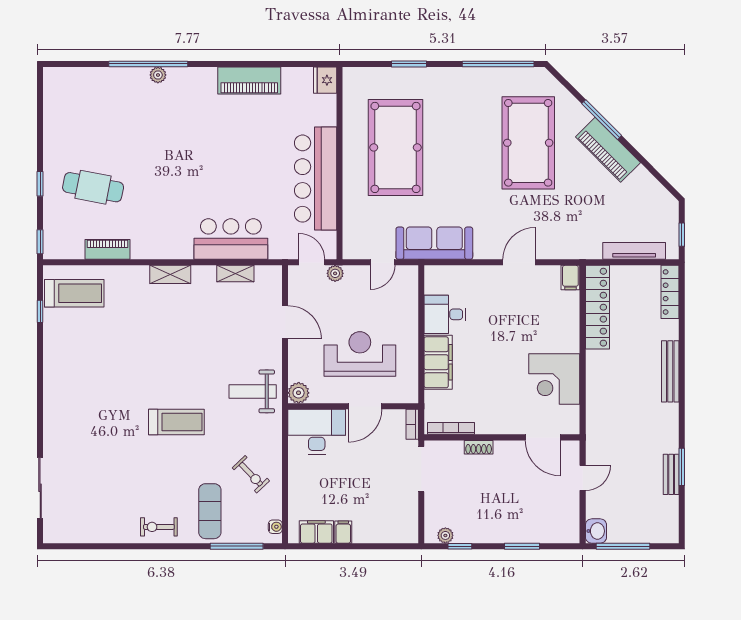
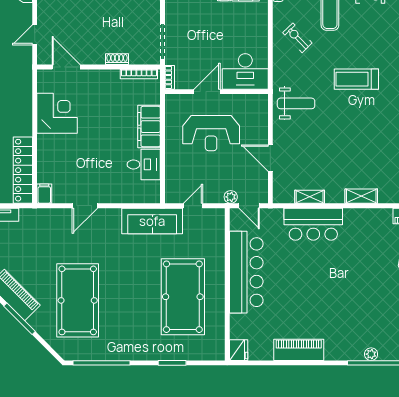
plant: (299, 393) -> (260, 102), removed

